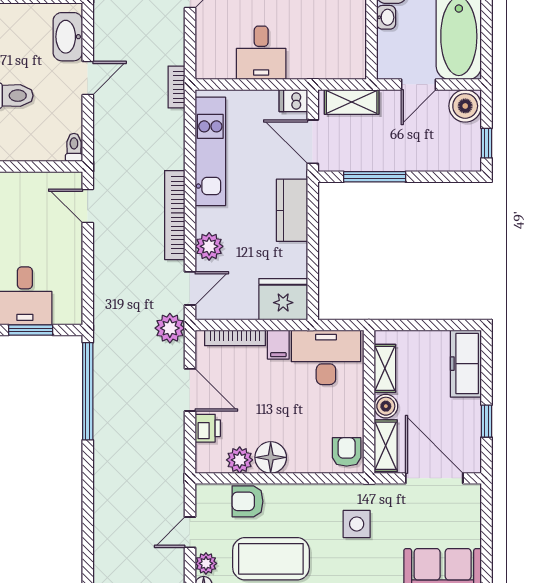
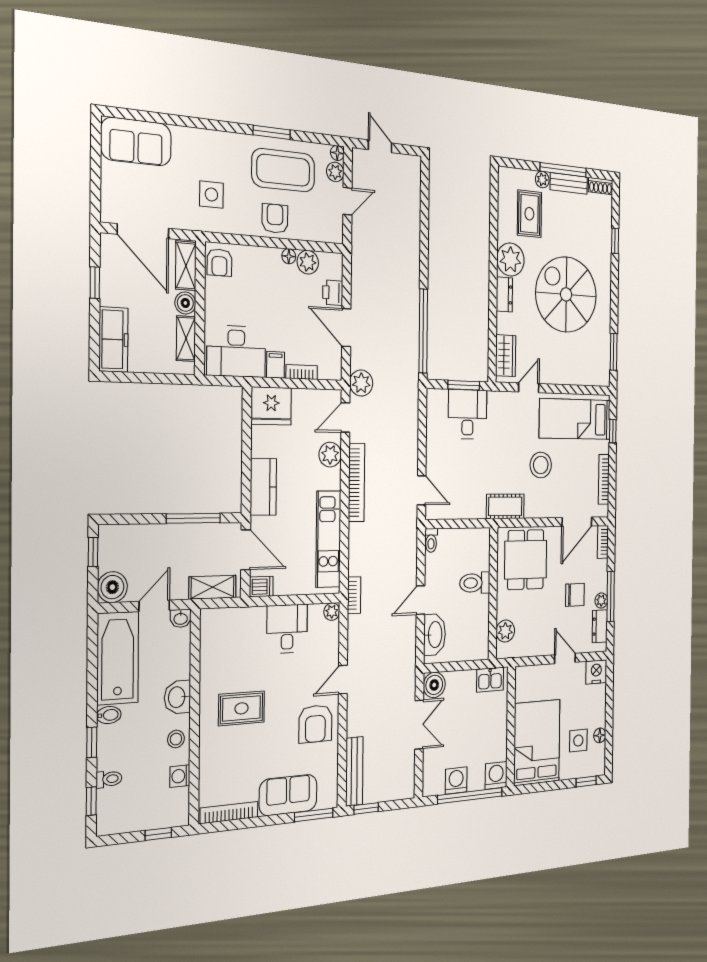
washbasin: (386, 17) -> (181, 618), moved, turned -90
plant: (205, 69) -> (332, 612), added
bookcase: (235, 338) -> (302, 372), width x0.64
floor lamp: (271, 457) -> (289, 256), width x0.53, depth x0.53
armchair: (248, 501) -> (275, 218), moved, turned -90

